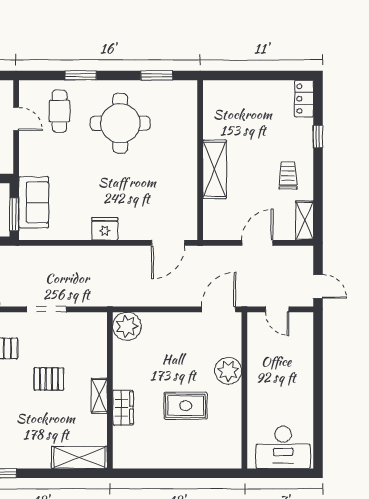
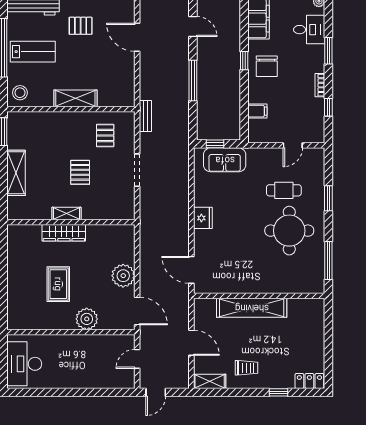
window: (157, 75) -> (328, 261), width x1.44
cafe table: (59, 111) -> (284, 190), moved
shelving: (215, 169) -> (252, 308), width x1.47
window: (14, 214) -> (215, 144), width x0.67
plant: (127, 326) -> (123, 276), moved
wardrobe: (123, 408) -> (64, 233), width x1.50
shelving: (79, 457) -> (16, 173), moved

